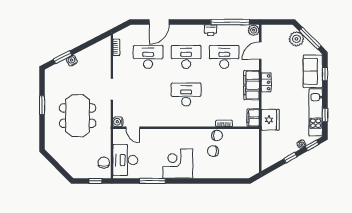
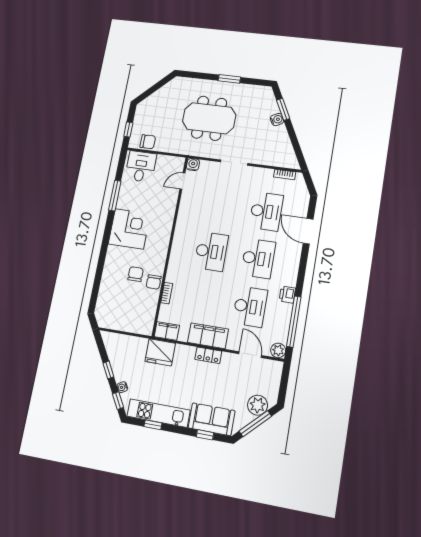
desk: (125, 160) -> (141, 167), width x0.73

